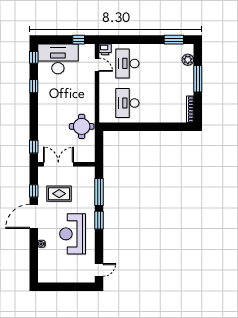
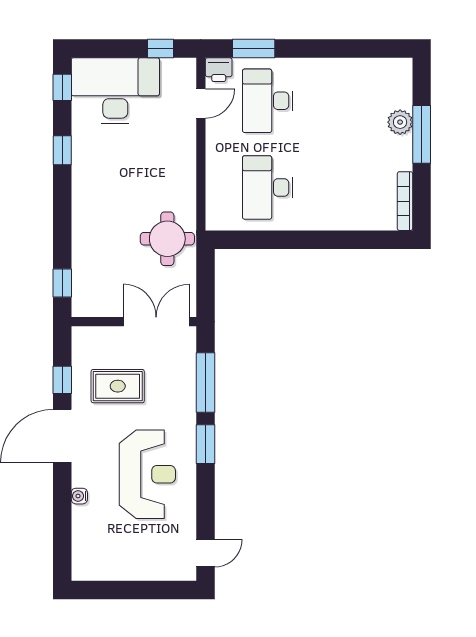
window: (174, 40) -> (254, 49), moved
plant: (188, 60) -> (400, 122), moved
door: (97, 65) -> (201, 103), hinge flipped
double door: (58, 164) -> (156, 322), moved
reception desk: (73, 234) -> (147, 474), turned 180

